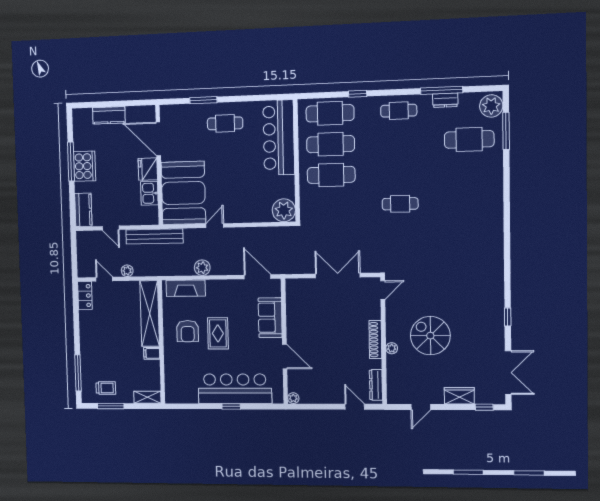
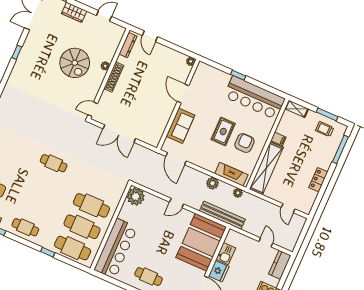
door: (215, 226) -> (177, 203), moved
bench: (154, 236) -> (222, 215), moved
plant: (127, 271) -> (238, 193), moved
locker: (85, 296) -> (318, 180), moved
bar counter: (235, 389) -> (254, 98), moved

